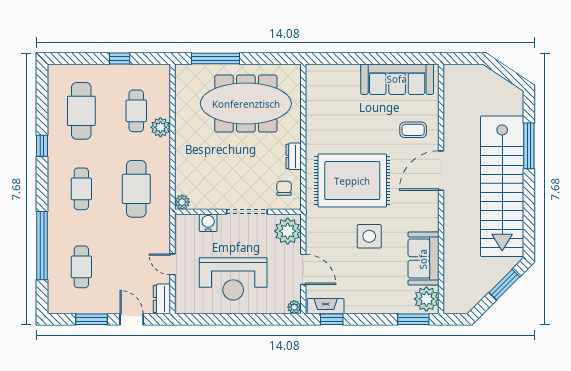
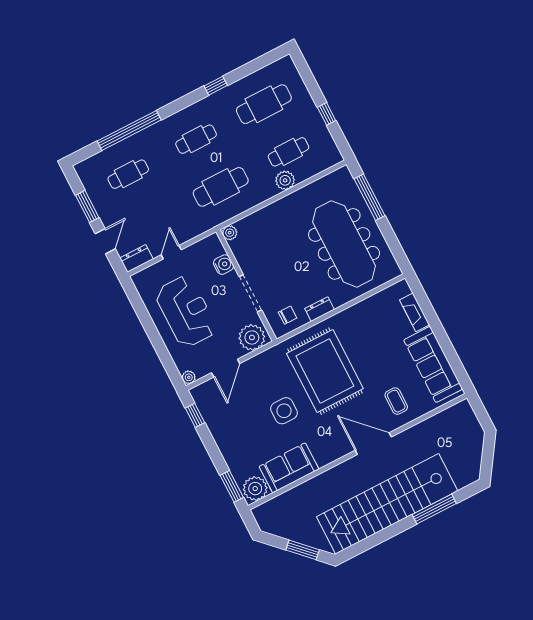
reception desk: (233, 279) -> (186, 312), turned 180
fireplace: (326, 306) -> (415, 312), moved, turned 180

